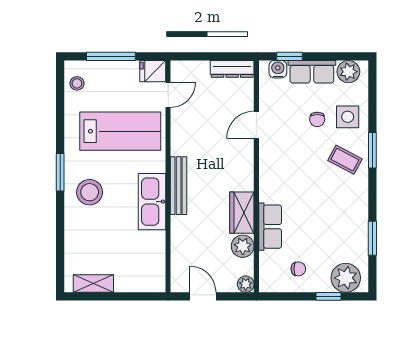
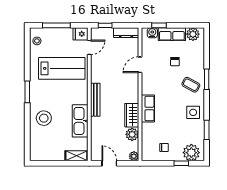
window: (196, 56) -> (105, 25), added
side table: (348, 117) -> (193, 112), moved
stool: (90, 192) -> (44, 118), moved
kitchen sink: (152, 202) -> (80, 121), moved
row of seats: (270, 227) -> (148, 108), moved
shelving: (93, 283) -> (76, 156), moved

